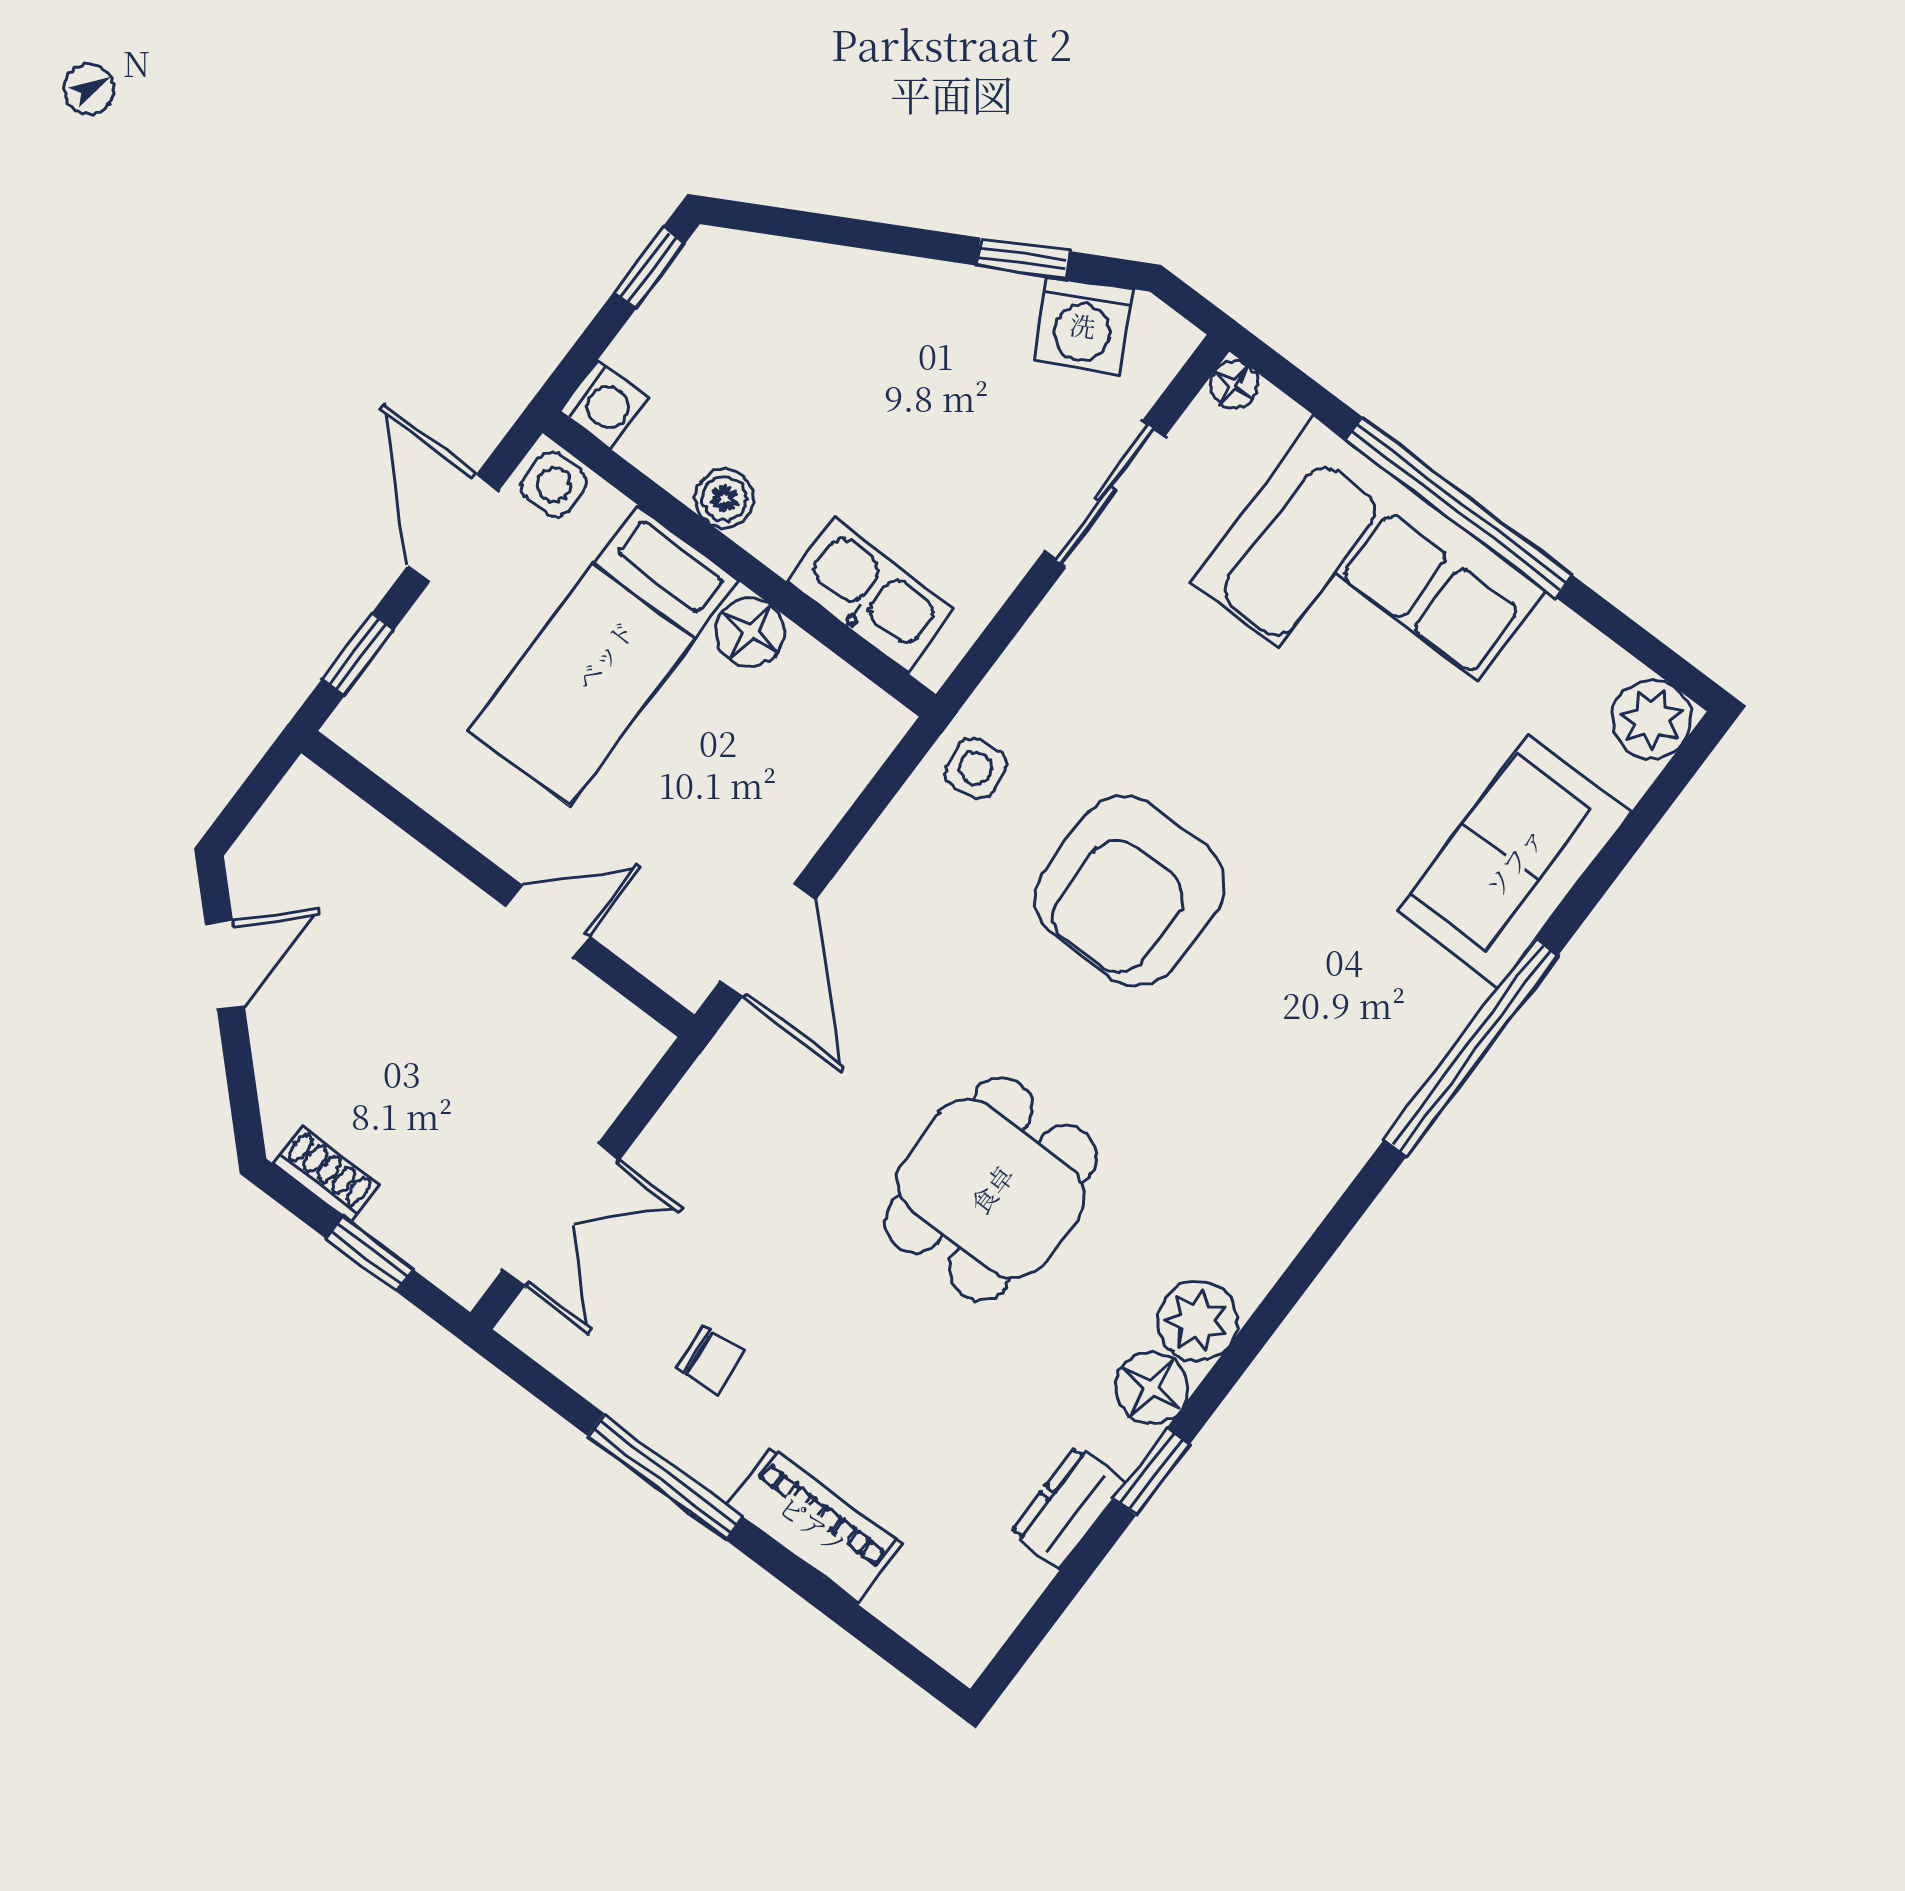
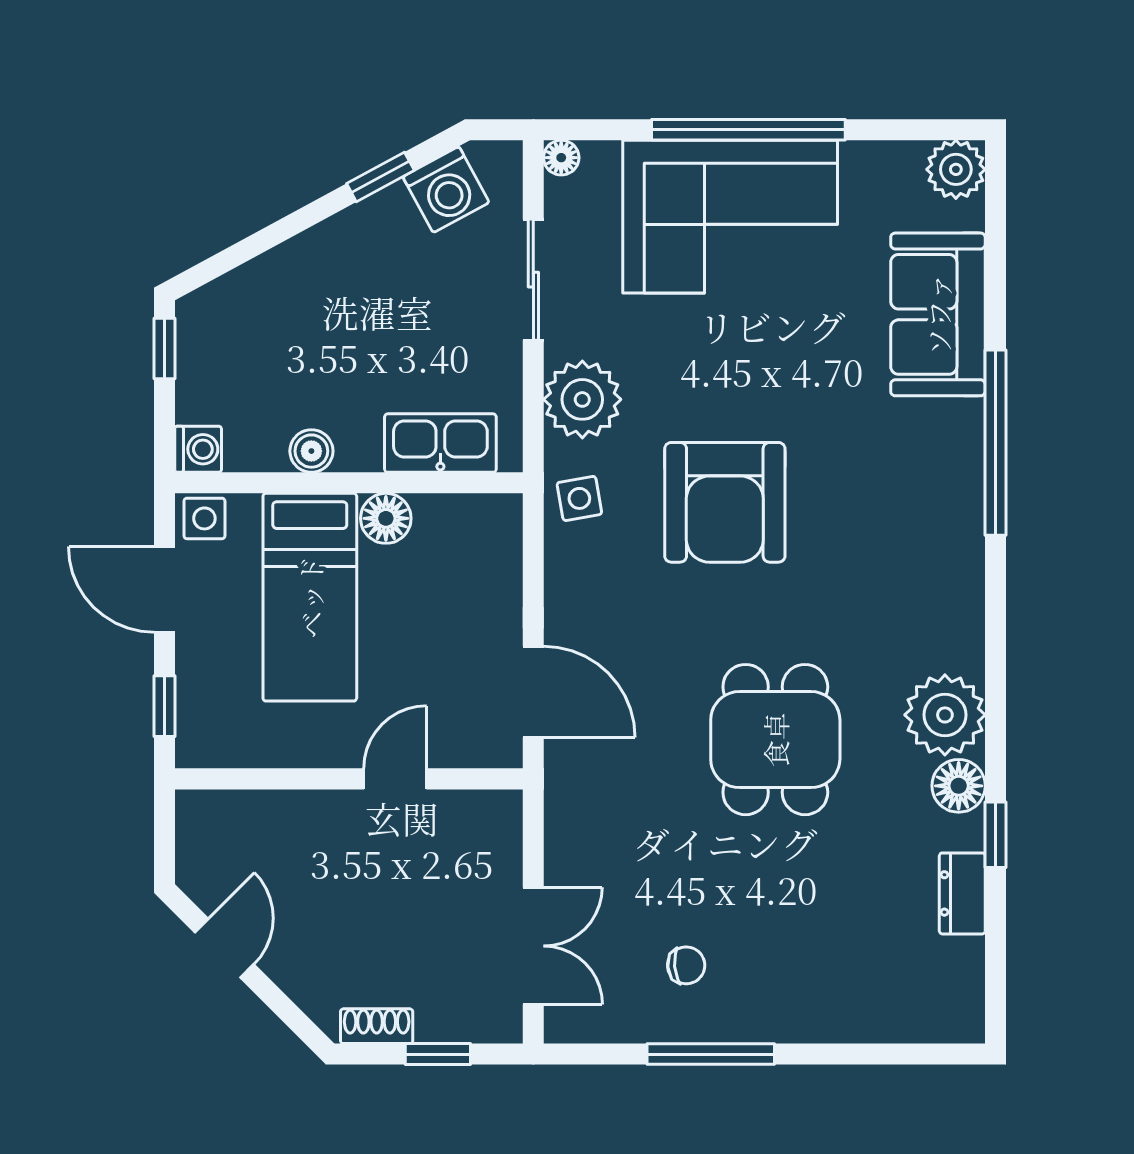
plant: (1060, 664) -> (582, 399), added
plant: (1198, 1321) -> (945, 715), width x1.36, depth x1.36
piano: (814, 1525) -> (820, 1017), removed

